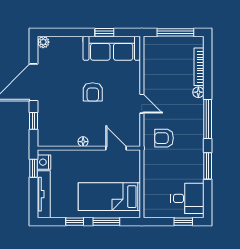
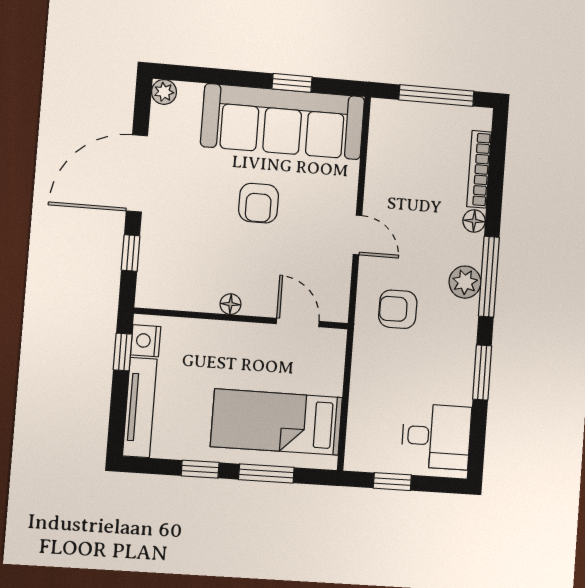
sofa: (112, 48) -> (283, 122), width x1.36, depth x1.27
plant: (196, 122) -> (465, 282), added
window: (183, 222) -> (392, 482), moved

